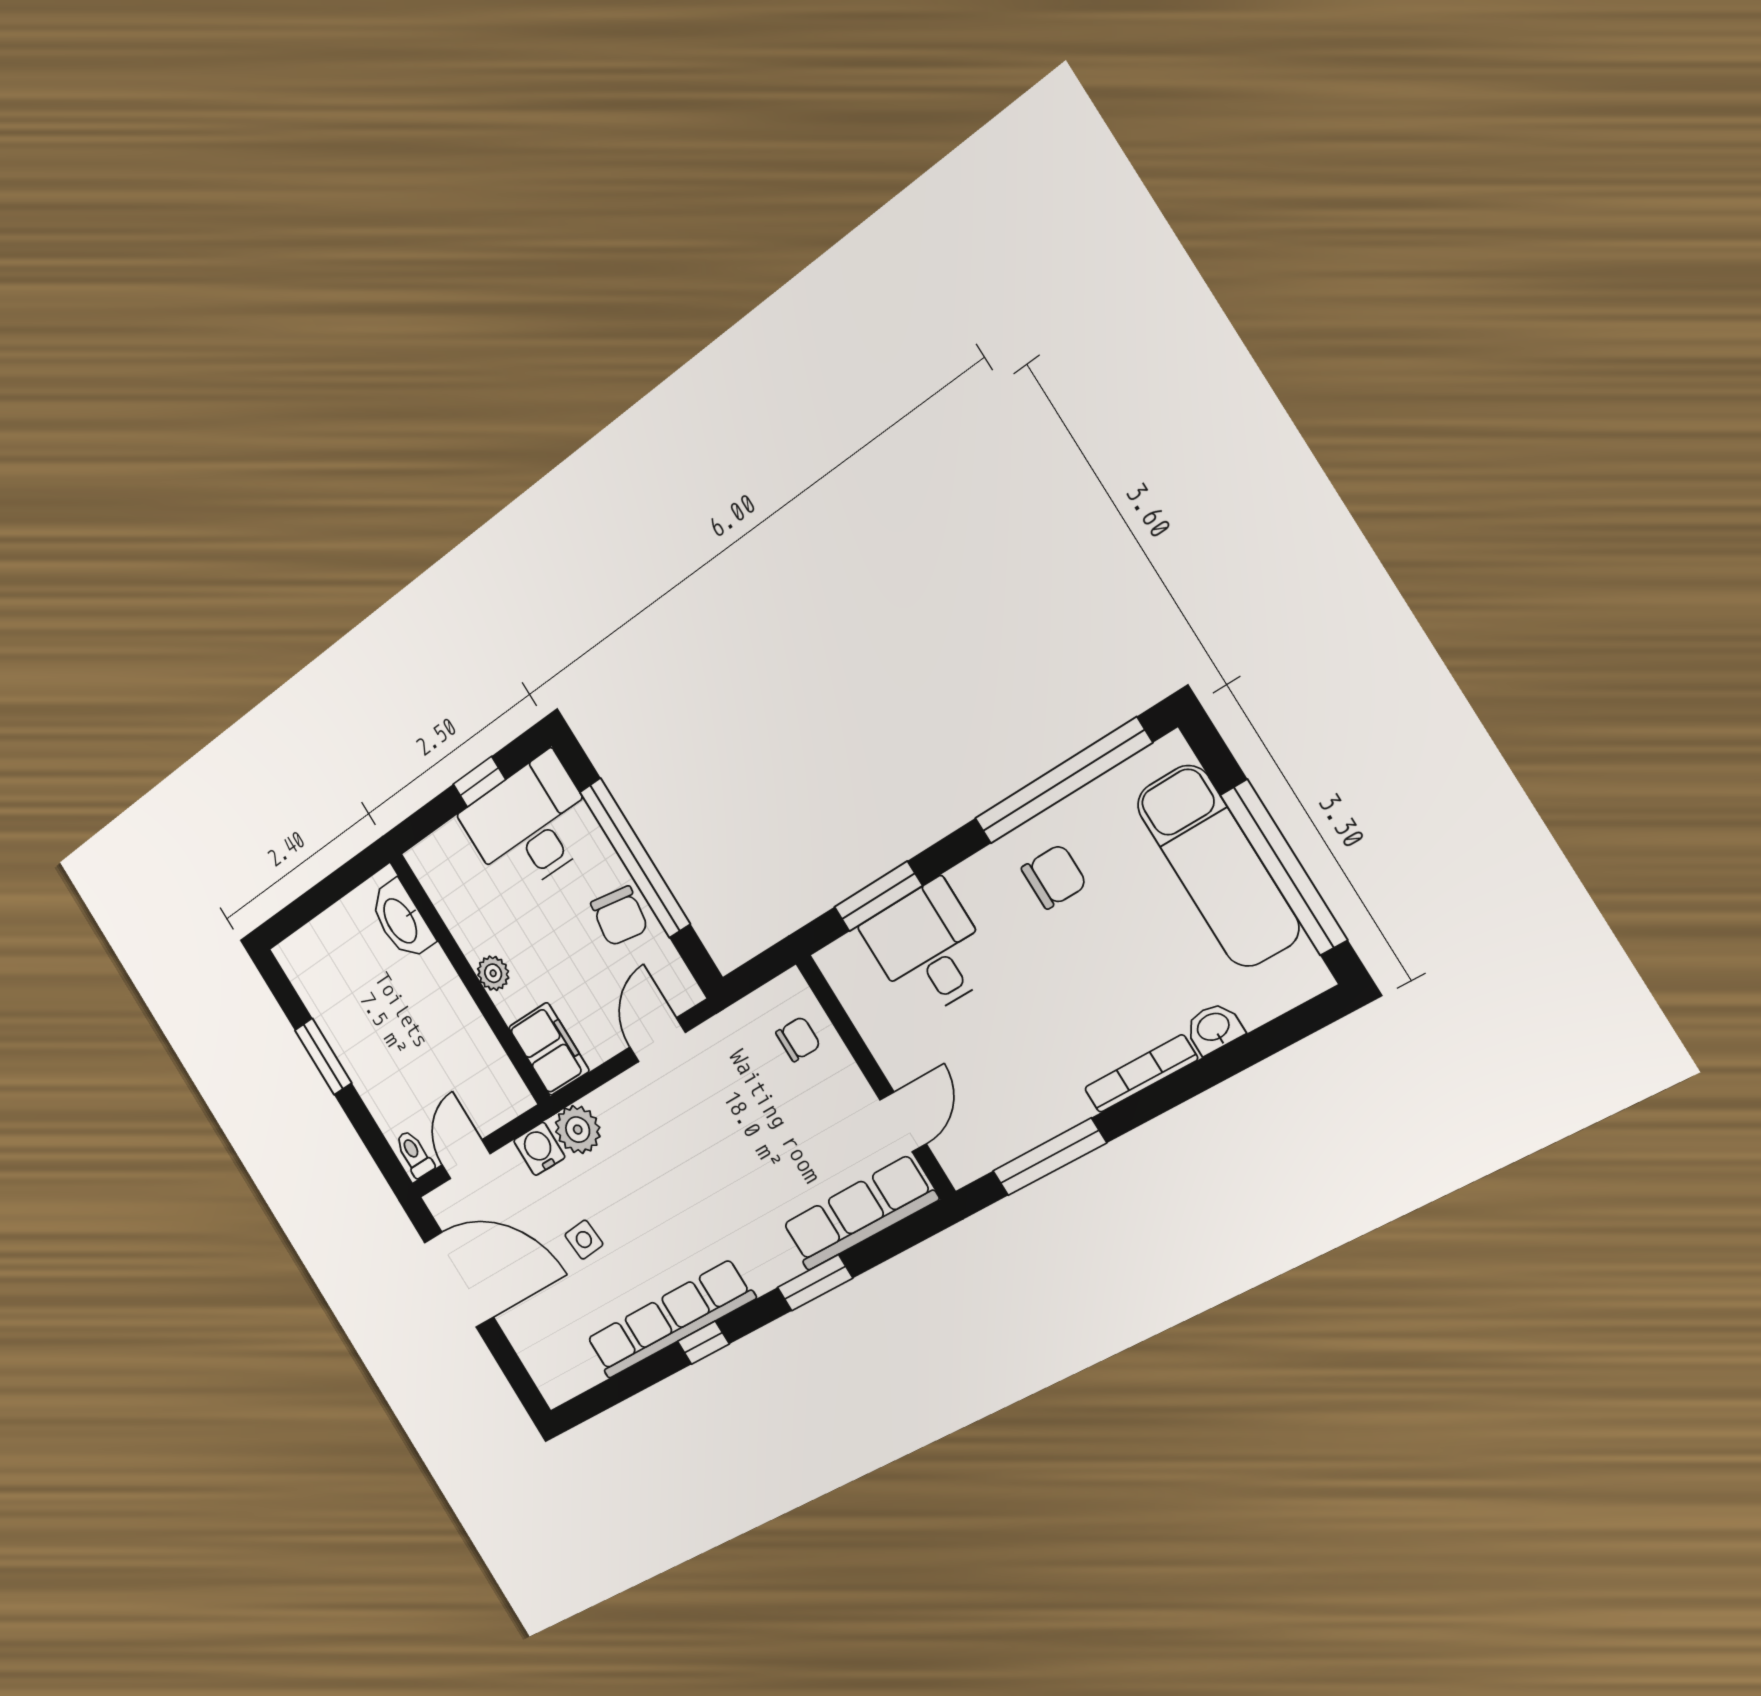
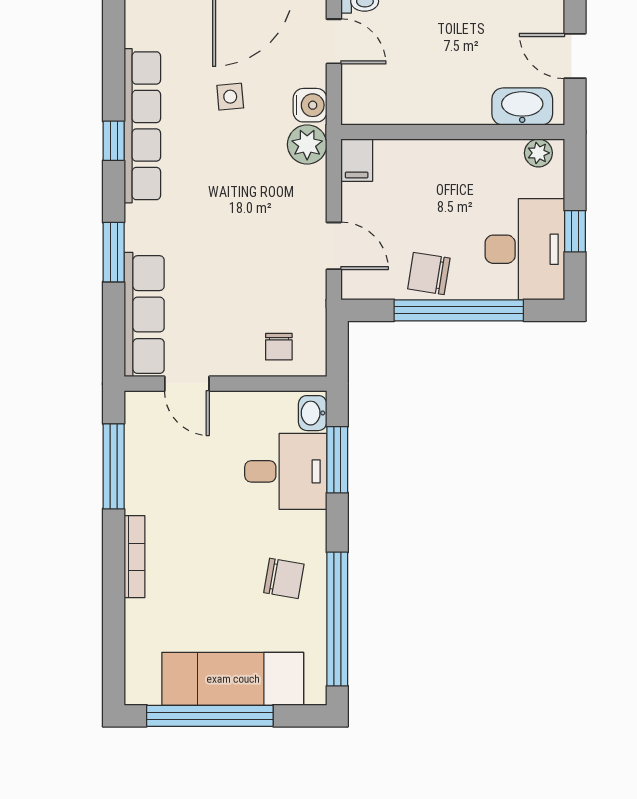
chair: (1054, 877) -> (284, 578), turned -80
door: (323, 895) -> (575, 56), added
plant: (493, 973) -> (538, 153), moved
washbasin: (1214, 1028) -> (313, 413), moved, turned 180
filing cabinet: (549, 1049) -> (357, 160), width x0.50

